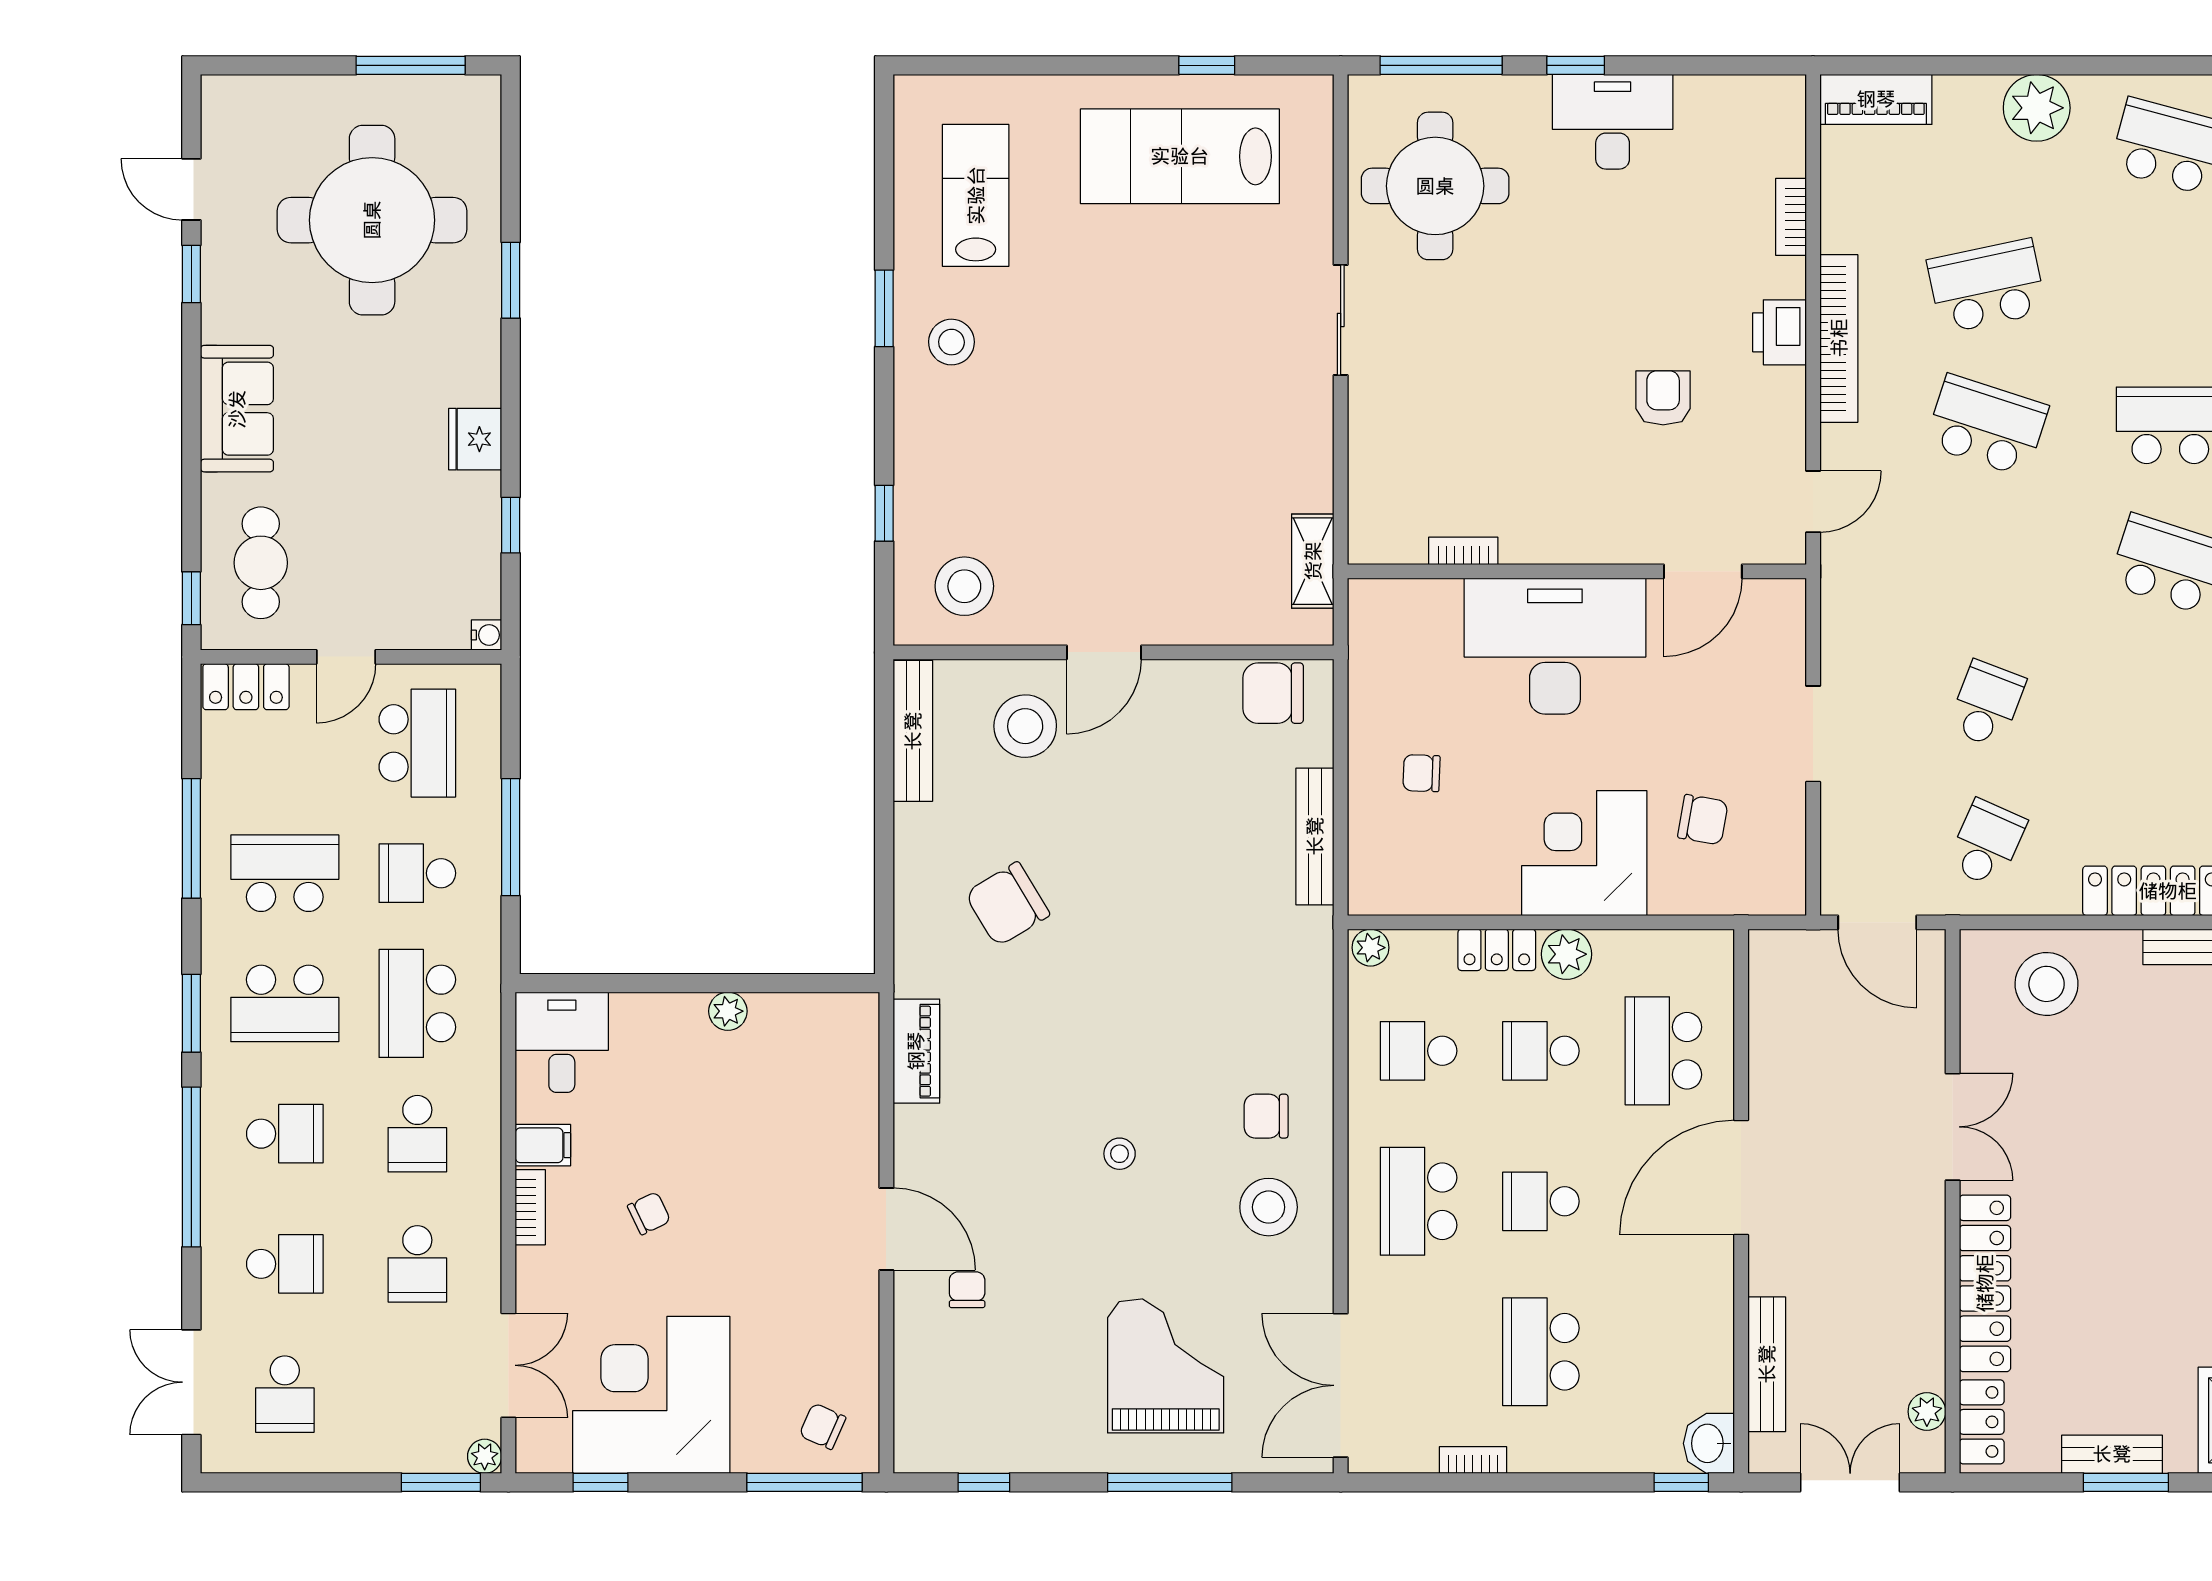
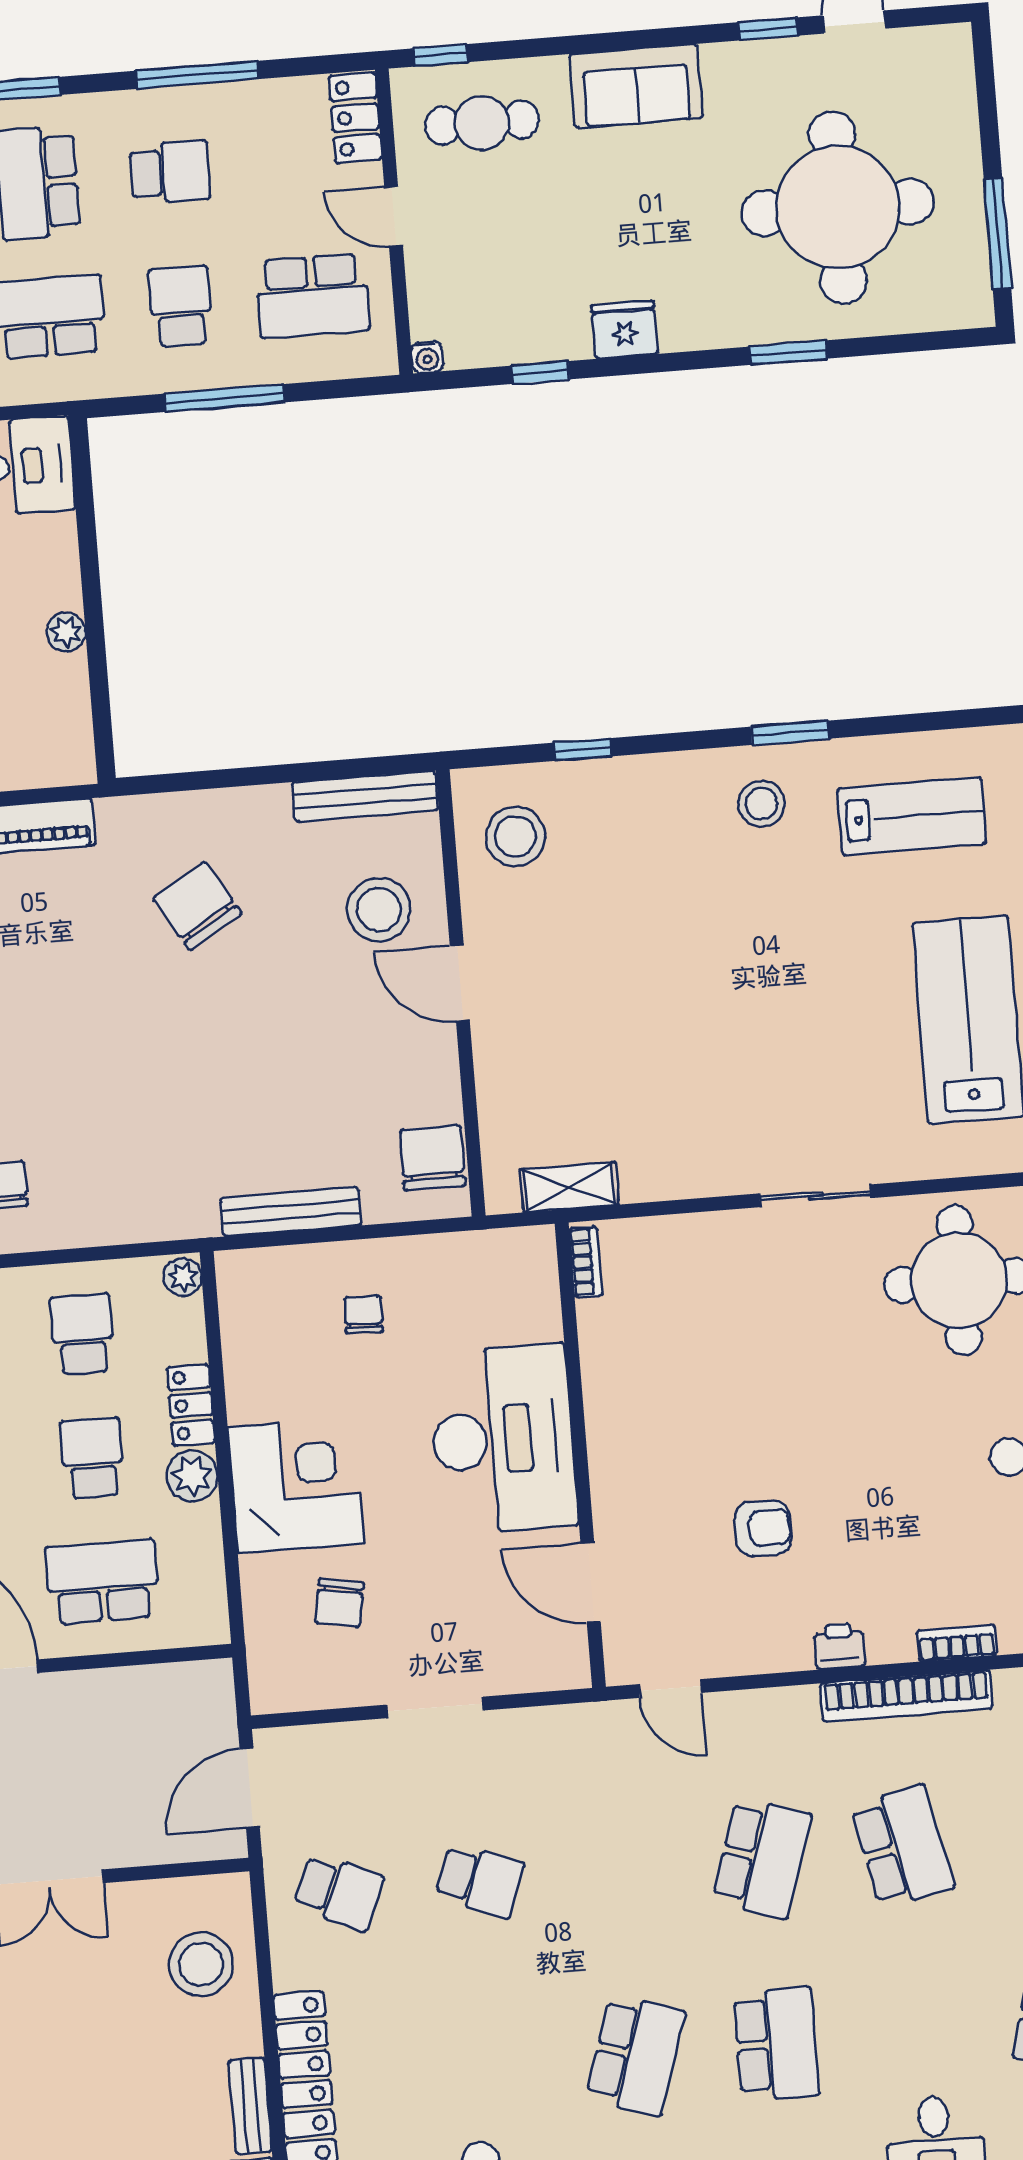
printer: (1779, 332) -> (839, 1646), width x0.73, depth x0.81
bookcase: (1839, 338) -> (906, 1696), moved
bookcase: (1463, 551) -> (586, 1262), moved
school desk: (285, 873) -> (170, 172), width x0.54

